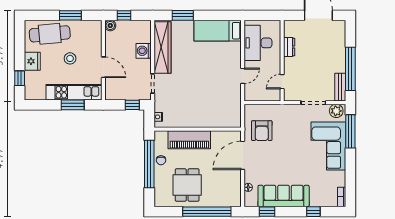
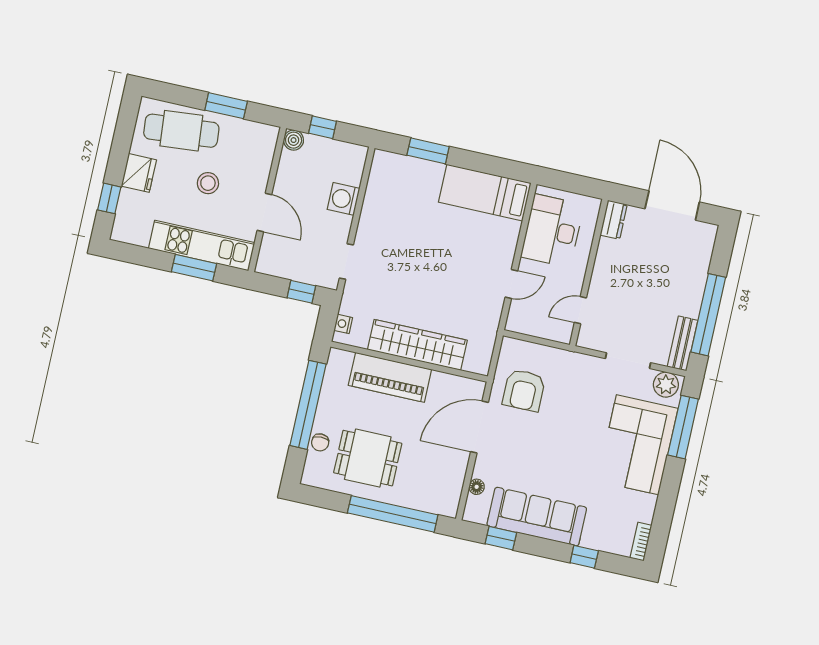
wardrobe: (162, 47) -> (417, 345), moved, turned -90
dresser: (289, 47) -> (614, 220), moved
chair: (161, 160) -> (320, 442), moved
dining table: (187, 185) -> (368, 458), turned 90

